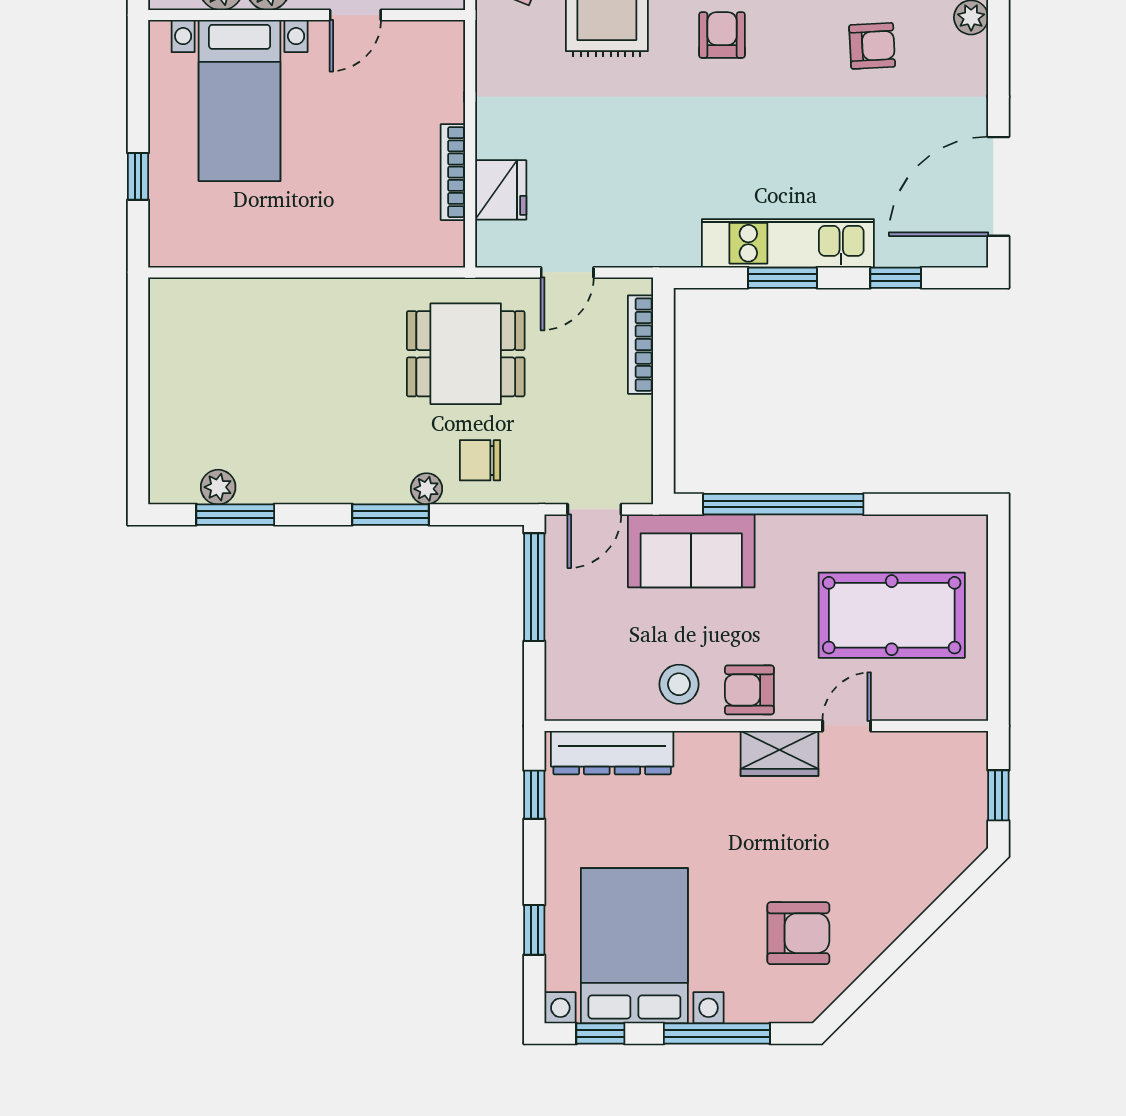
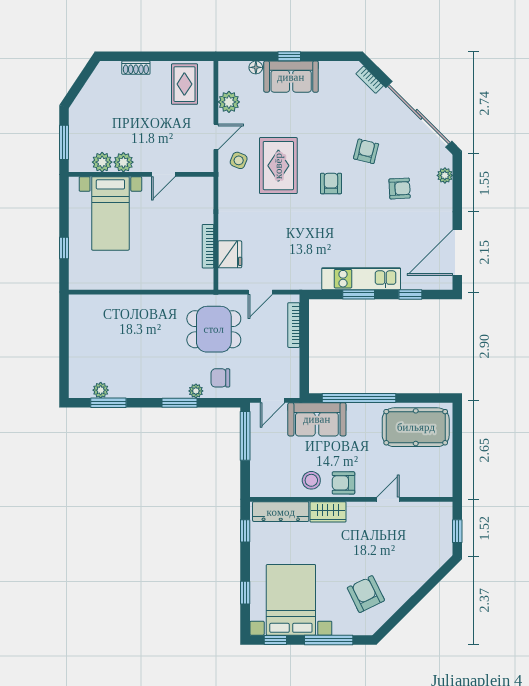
pool table: (892, 615) -> (416, 427), moved
wardrobe: (779, 753) -> (328, 512), moved
armchair: (798, 933) -> (366, 594), turned -116

